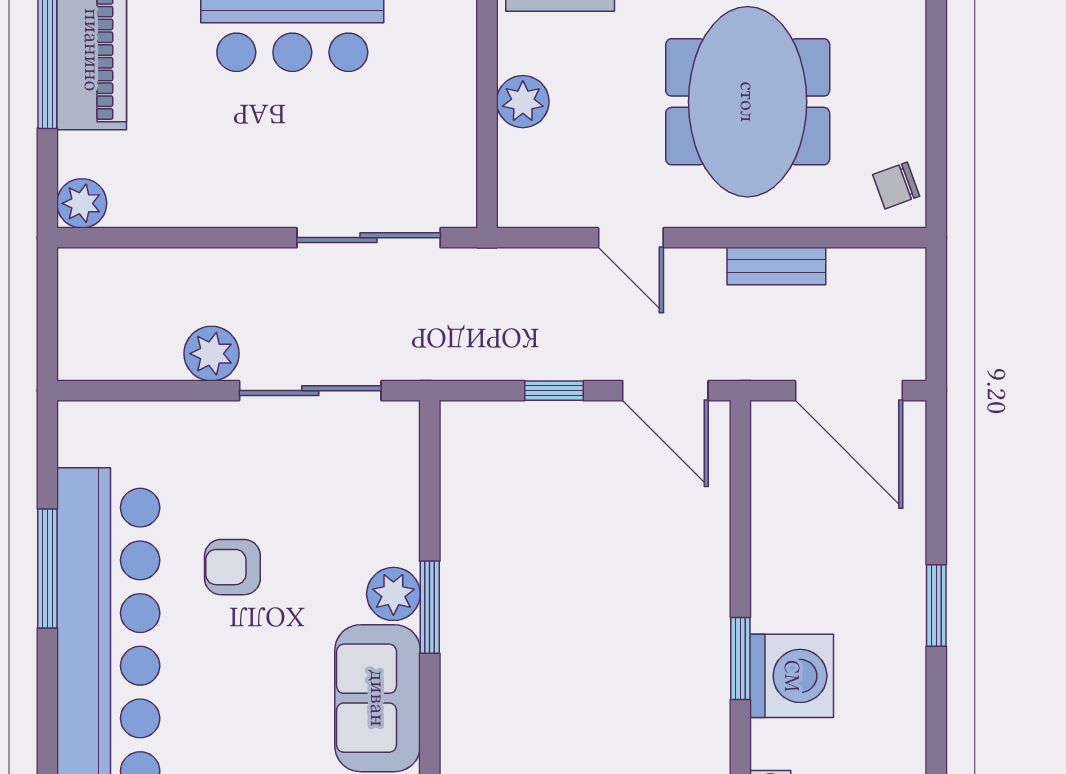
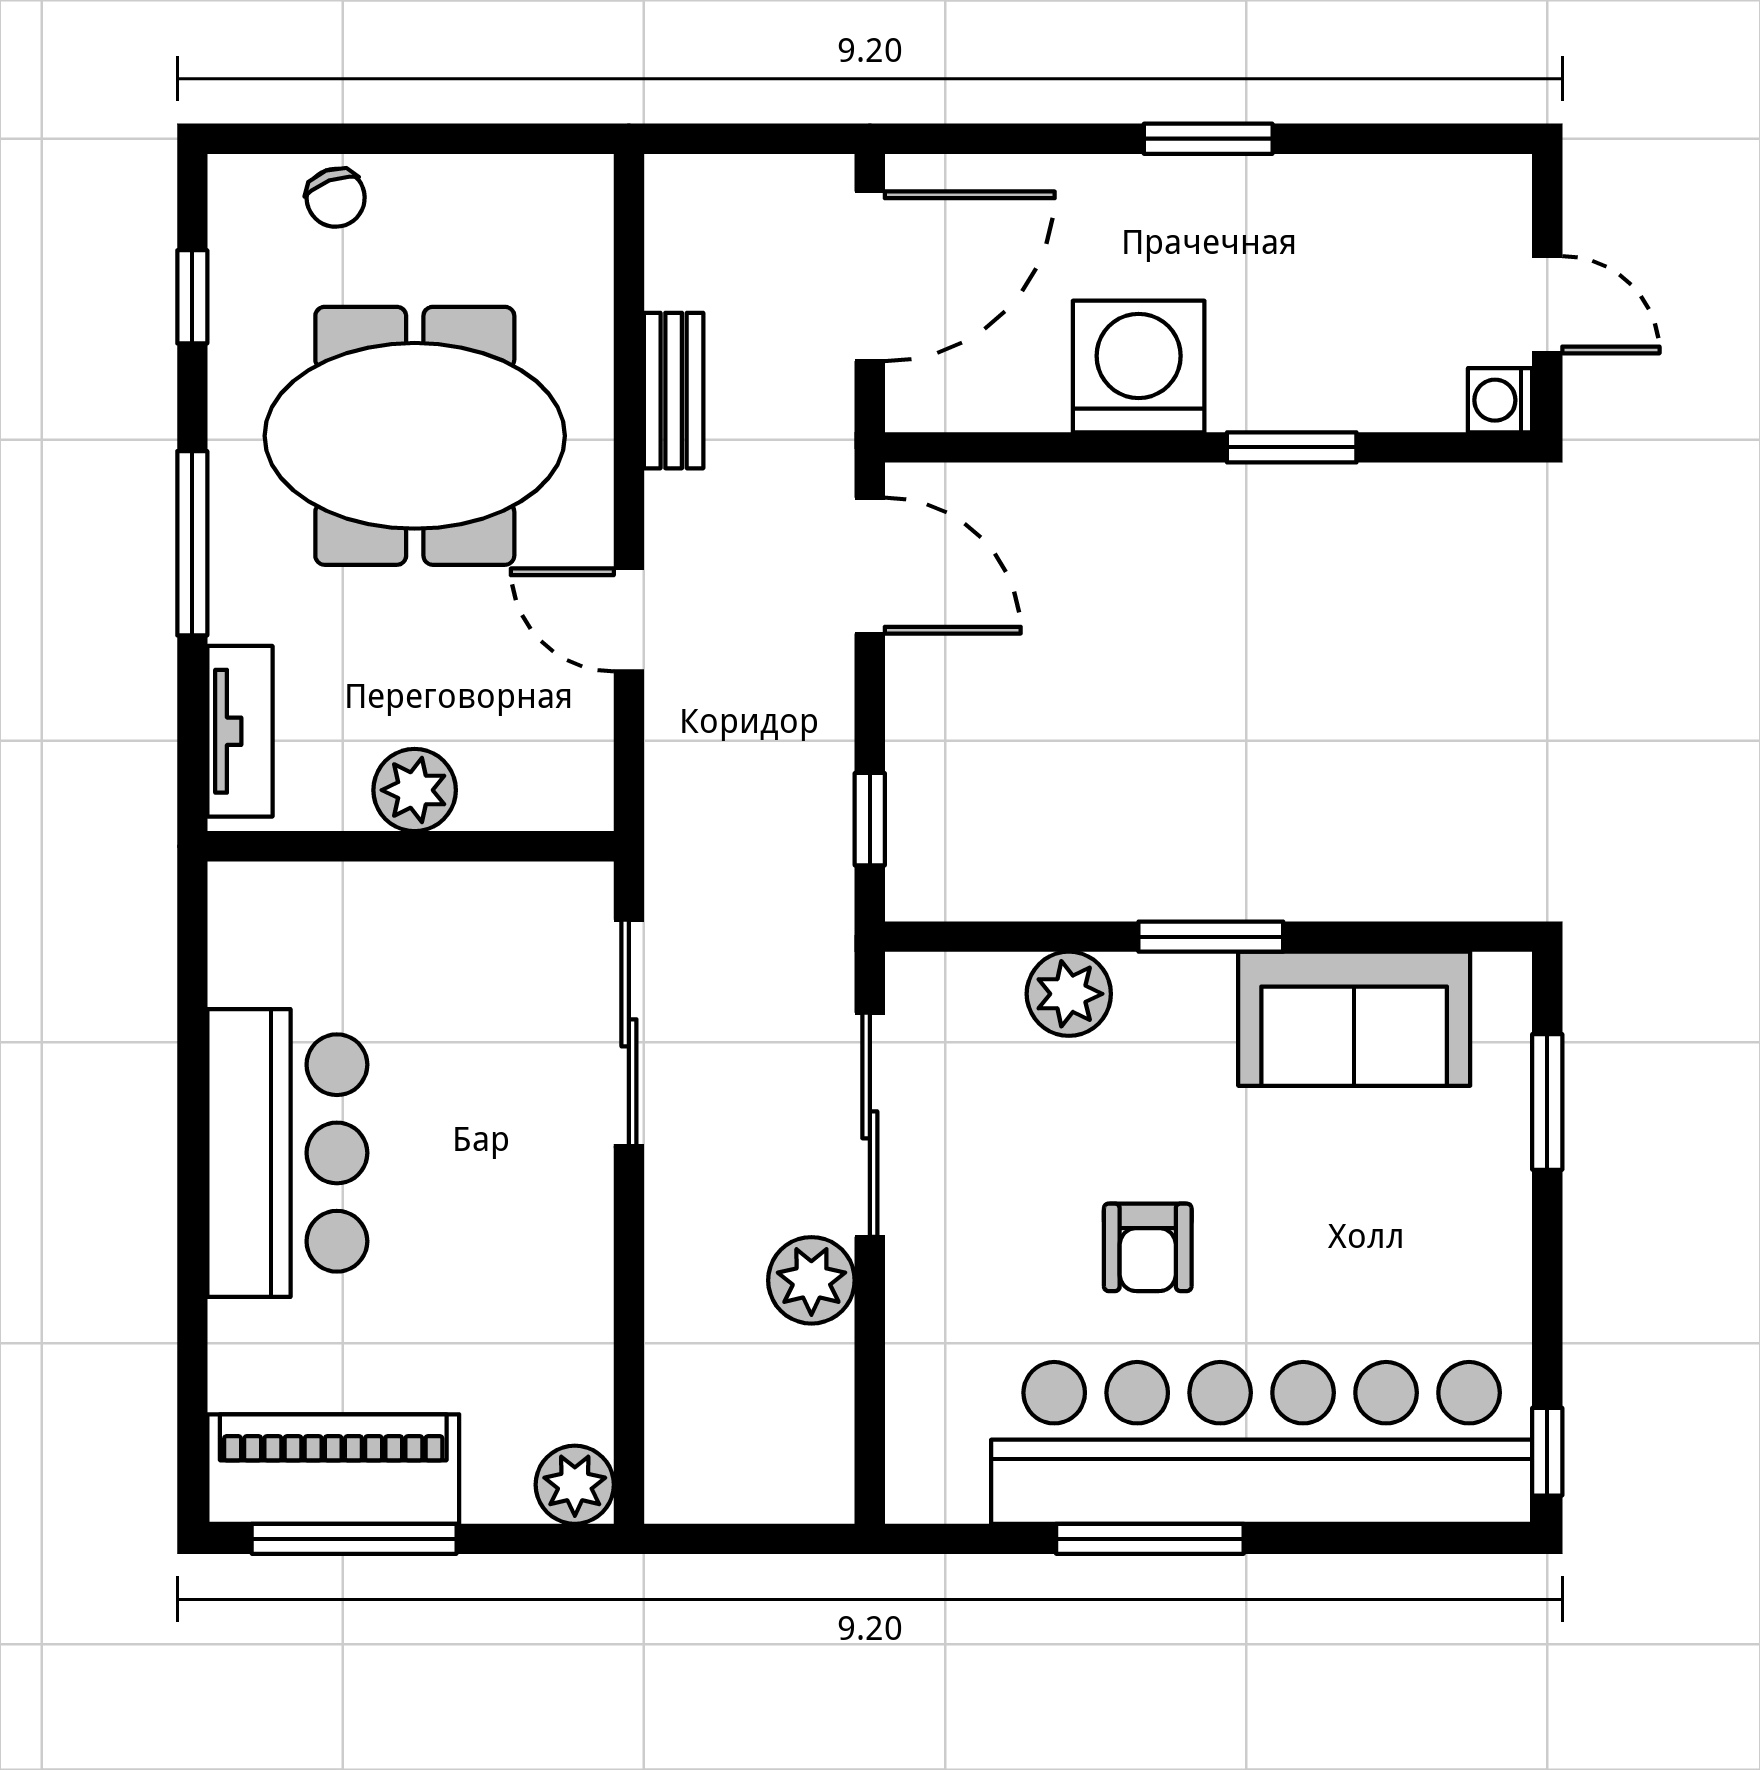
chair: (896, 185) -> (336, 198), moved
door: (631, 238) -> (629, 620), swing flipped
window: (554, 391) -> (870, 819), moved
door: (665, 391) -> (870, 566), hinge flipped
plant: (393, 594) -> (1069, 994), moved
washing machine: (792, 676) -> (1139, 366), moved

